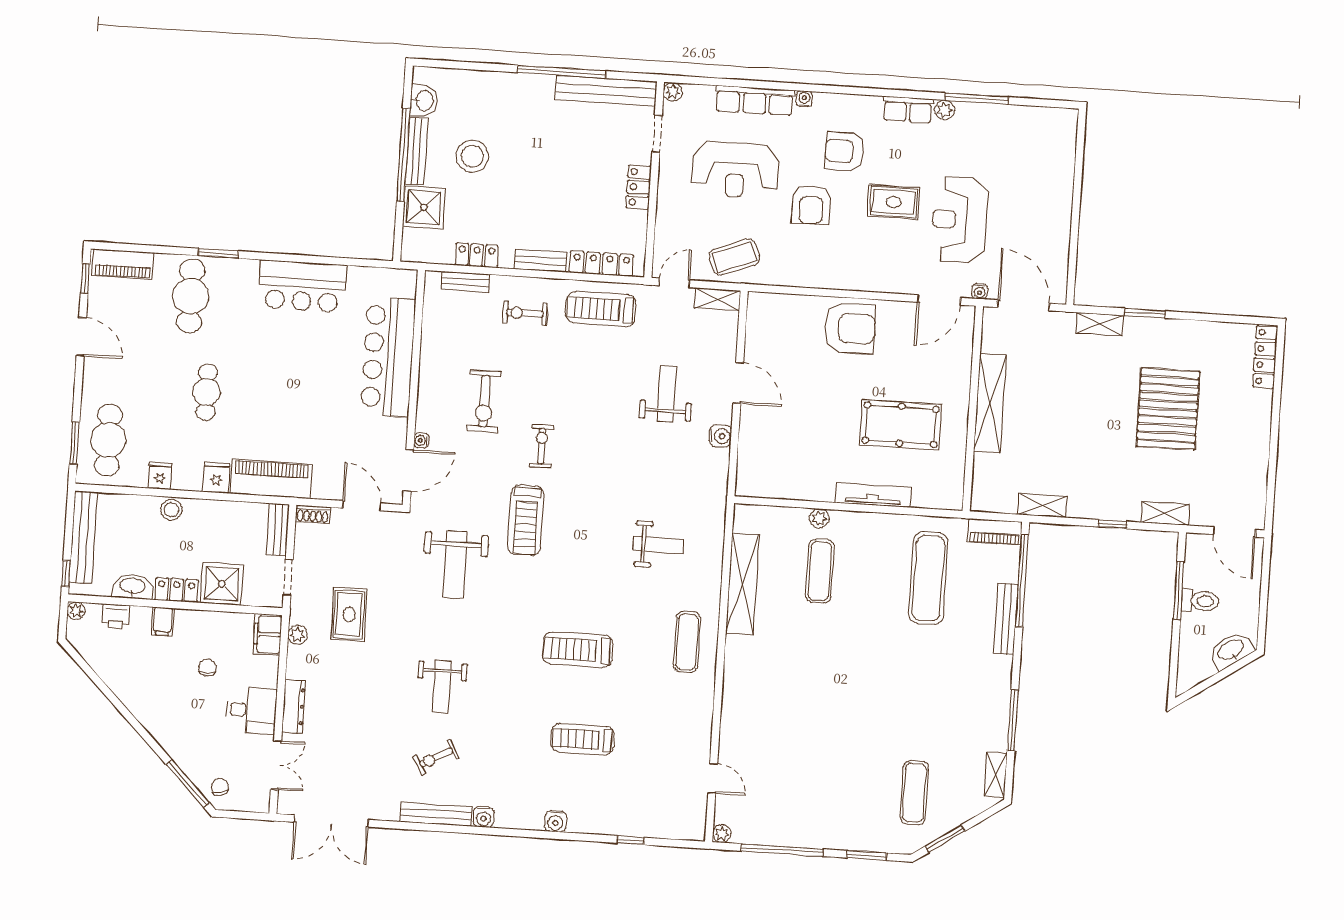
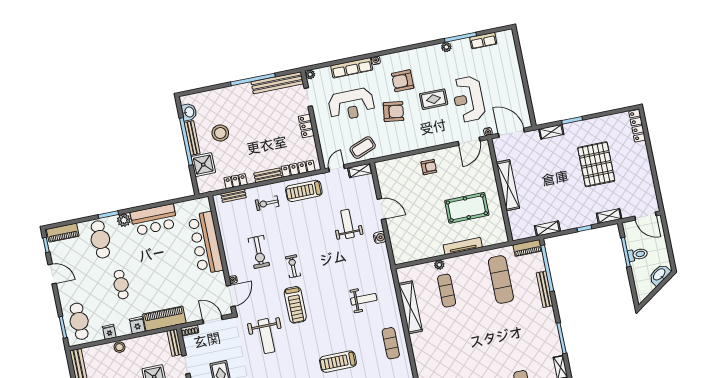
row of seats: (908, 110) -> (483, 41), moved
armchair: (811, 205) -> (393, 112), turned -82
plant: (245, 272) -> (124, 220), added
armchair: (850, 328) -> (429, 167), width x0.53, depth x0.53

